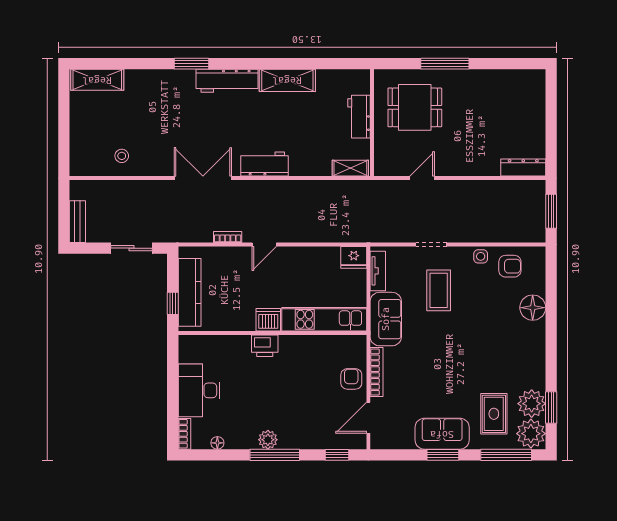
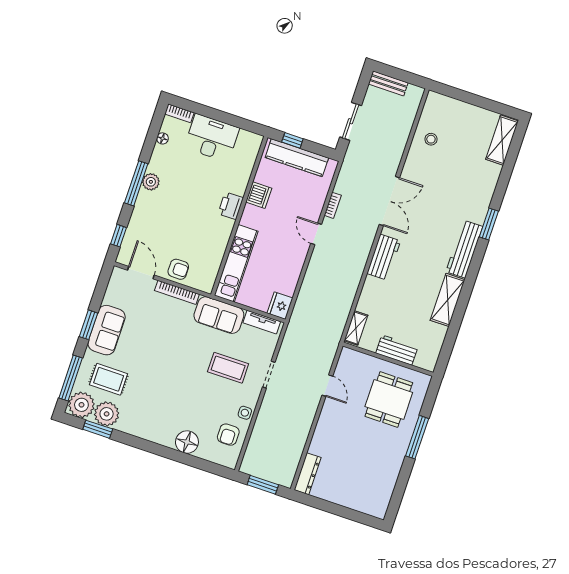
dishwasher: (268, 320) -> (259, 195), moved

